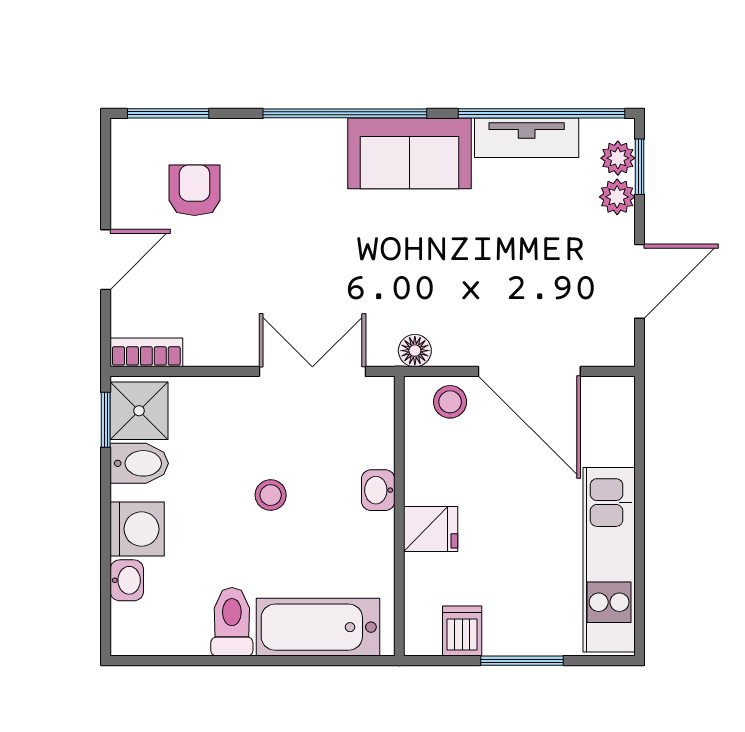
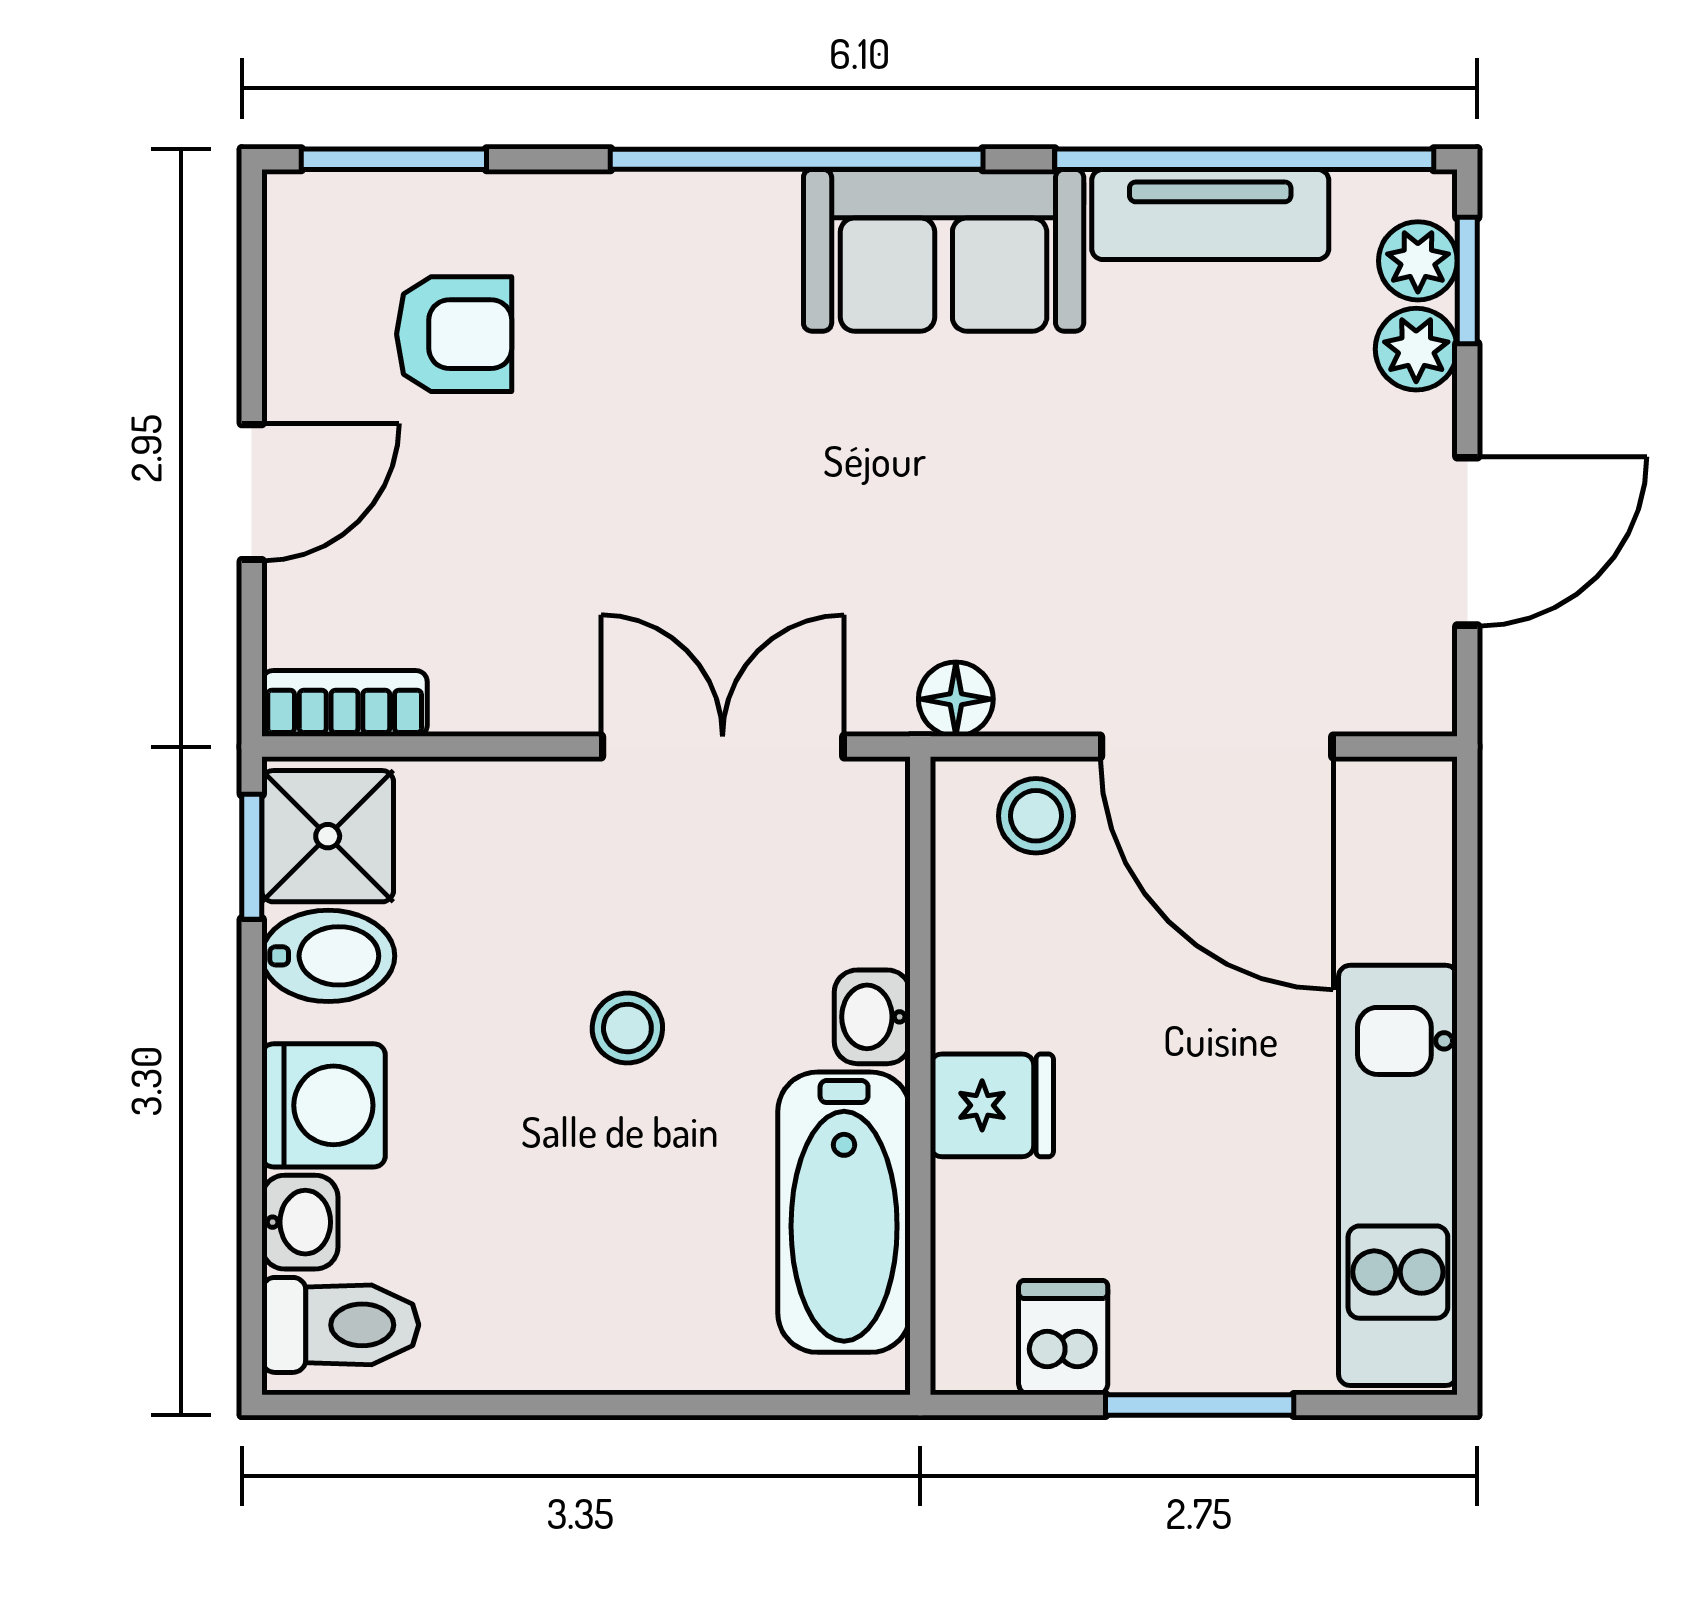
armchair: (195, 190) -> (454, 334), turned 90
toilet: (232, 622) -> (340, 1325), moved, turned 90
bathtub: (318, 627) -> (844, 1212), moved, turned -90

